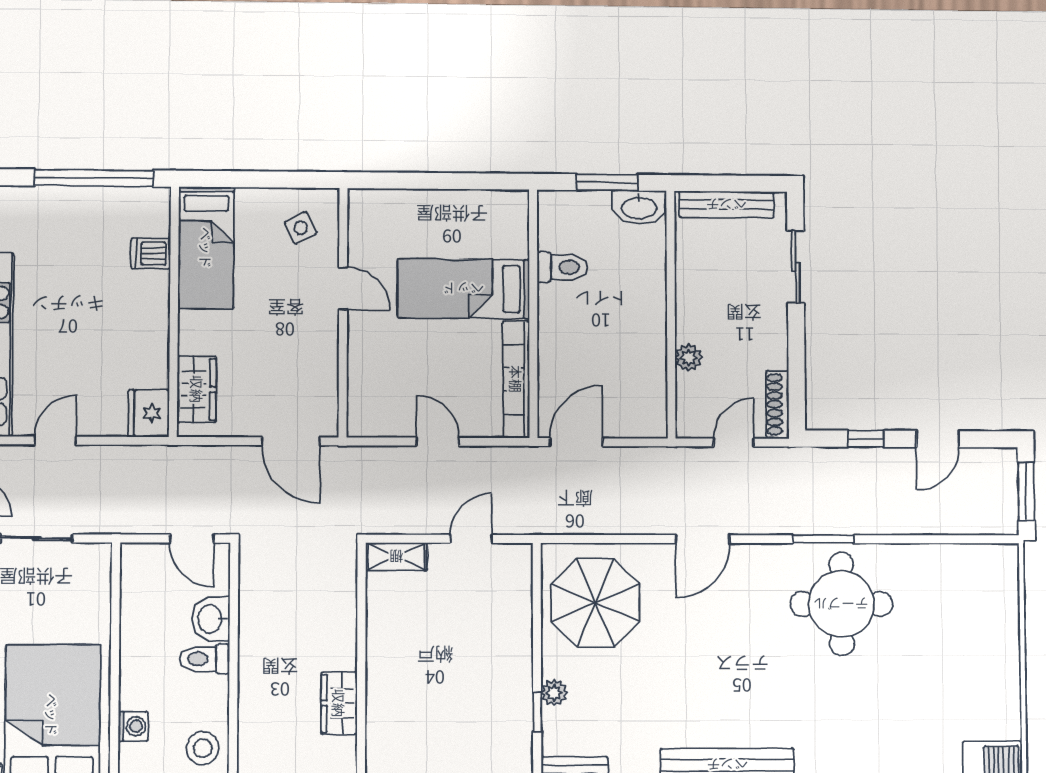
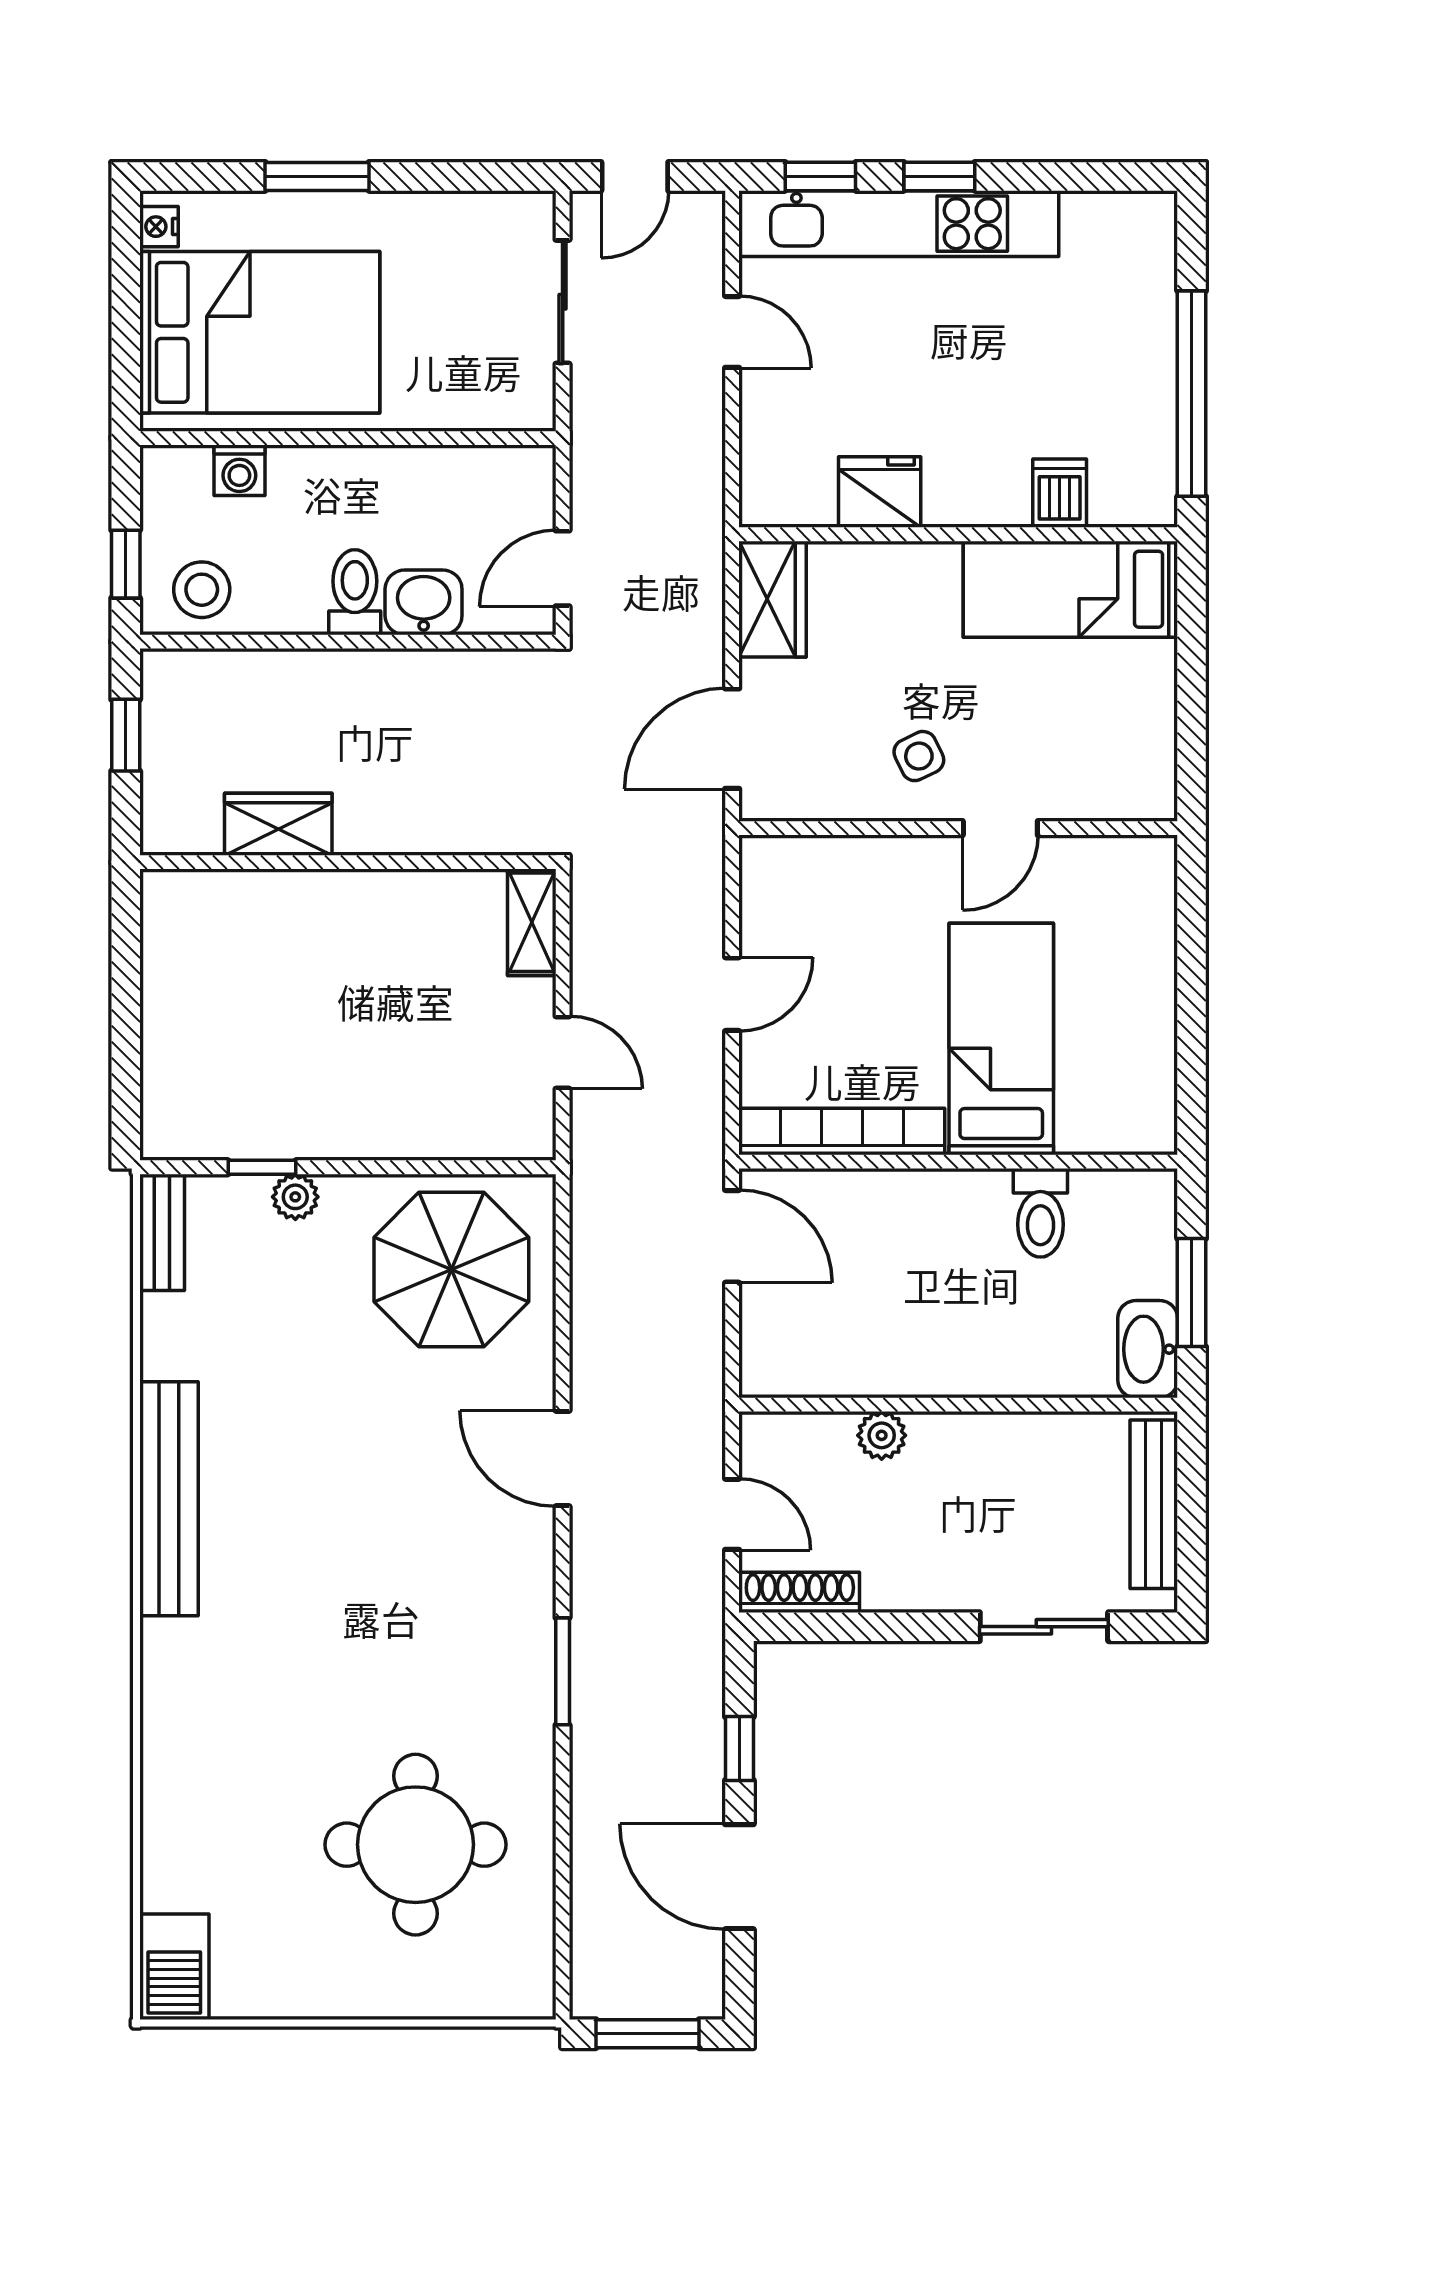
side table: (301, 228) -> (919, 756), moved
wardrobe: (197, 389) -> (773, 599), moved, turned -90
fridge: (149, 413) -> (880, 492), moved
door: (938, 439) -> (739, 1877), width x1.38
round table: (841, 604) -> (416, 1845), moved

